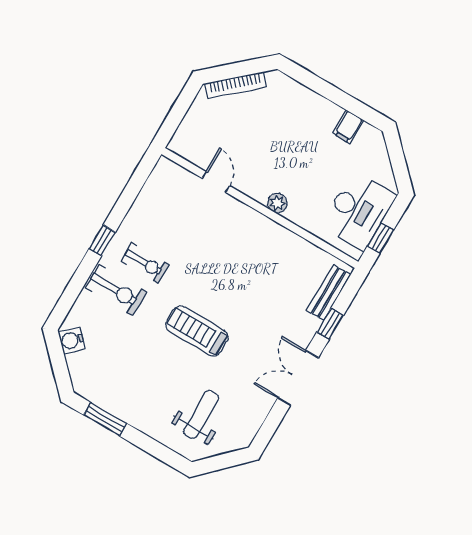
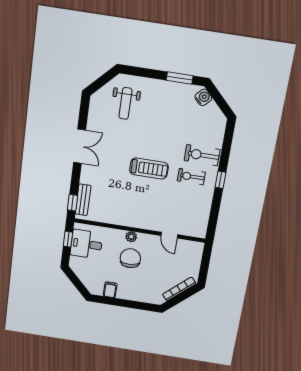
chair: (293, 168) -> (130, 258), added
desk: (359, 211) -> (87, 244), width x0.73
window: (330, 324) -> (72, 203), moved
treadmill: (197, 331) -> (149, 169), moved
water cooler: (72, 340) -> (203, 97), moved

